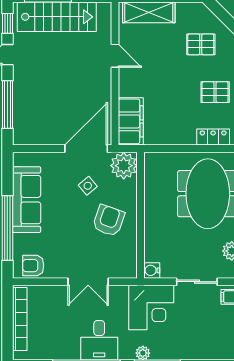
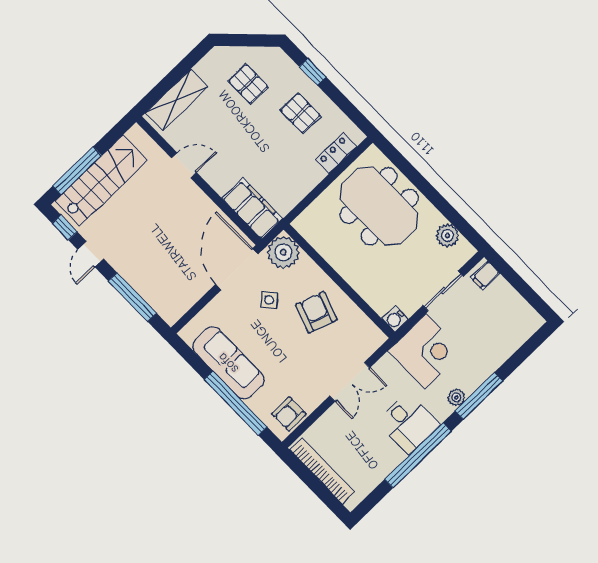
pallet: (201, 44) -> (248, 84), turned 90
pallet: (215, 92) -> (300, 113), turned 90

